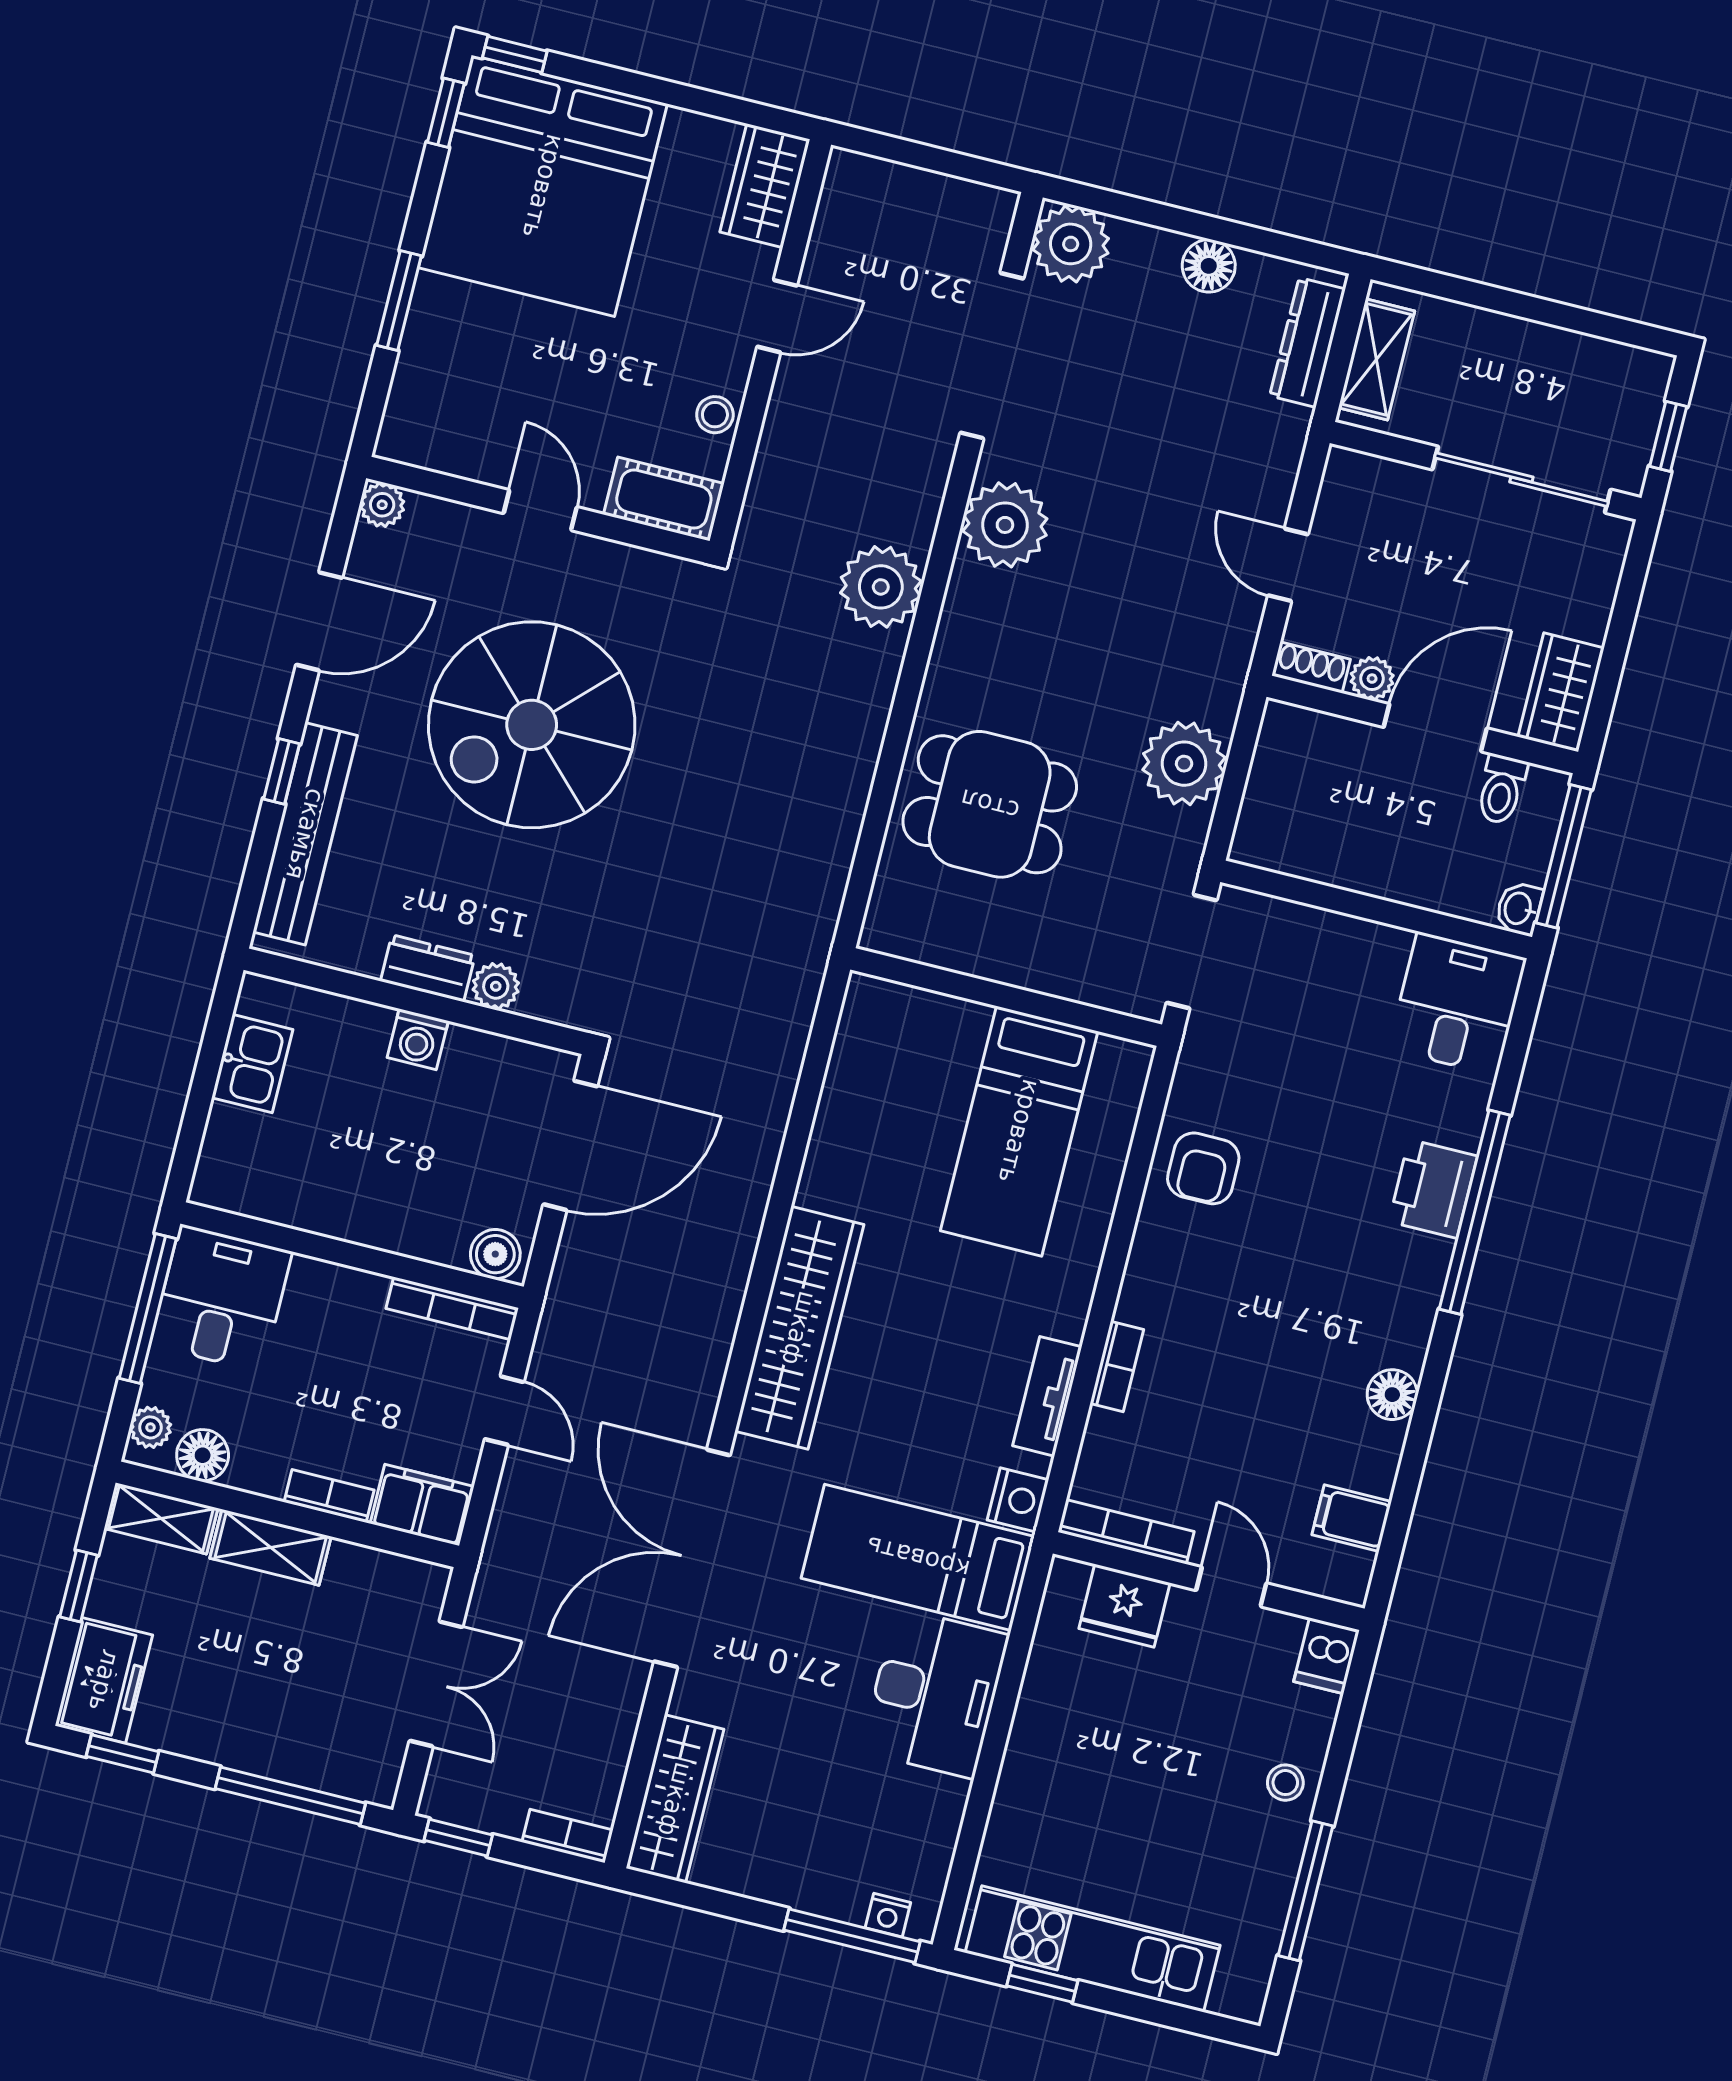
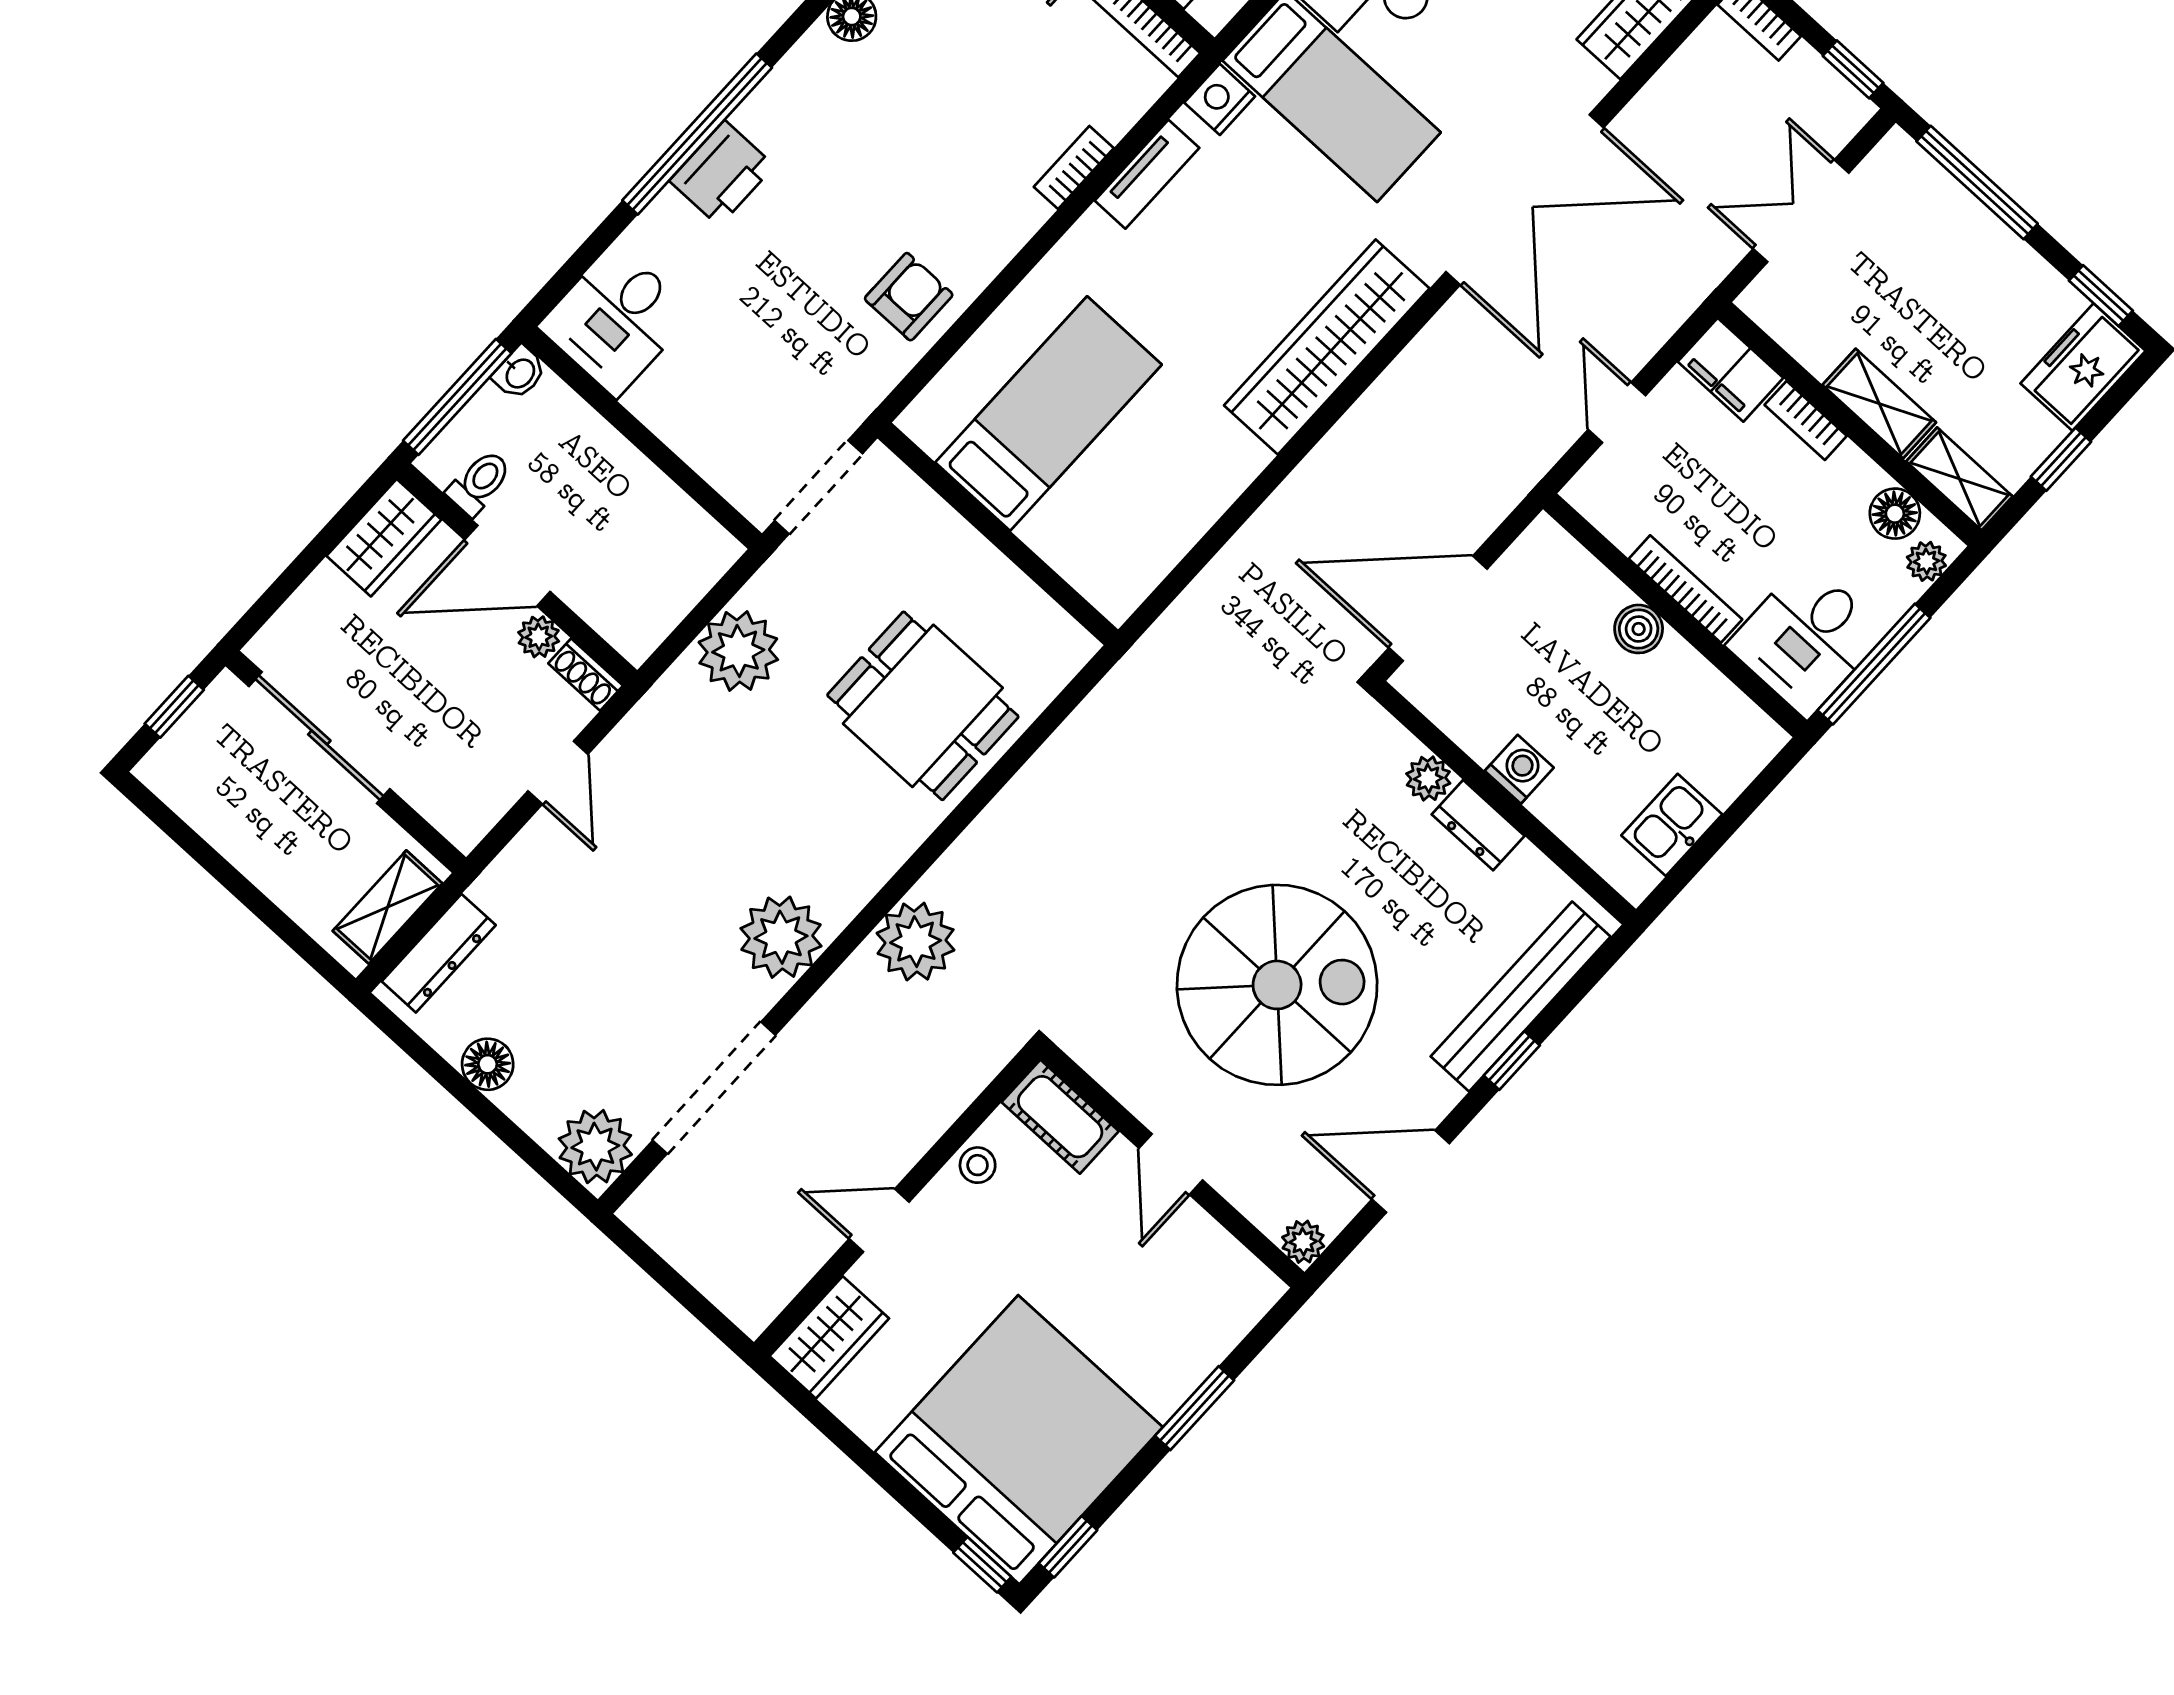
boiler: (495, 1254) -> (1639, 629), moved
bookcase: (452, 1308) -> (1685, 589), moved

